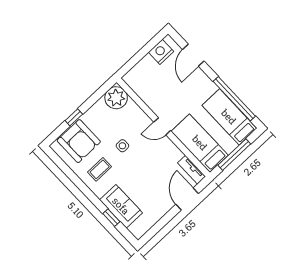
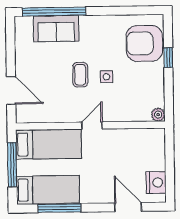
plant: (116, 98) -> (158, 115), width x0.53, depth x0.53
window: (234, 99) -> (59, 208), width x0.68
coffee table: (100, 169) -> (80, 75), moved
tv unit: (192, 170) -> (32, 117), removed
window: (111, 218) -> (54, 12), width x3.17

